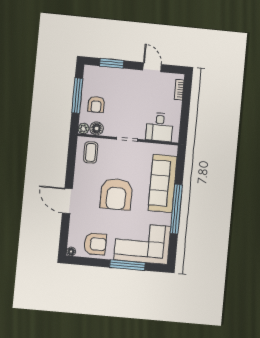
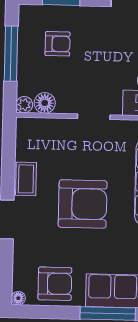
armchair: (96, 104) -> (58, 44), moved, turned -90
coffee table: (91, 152) -> (26, 179), moved
armchair: (116, 194) -> (83, 204), turned -90

